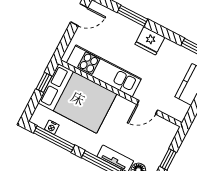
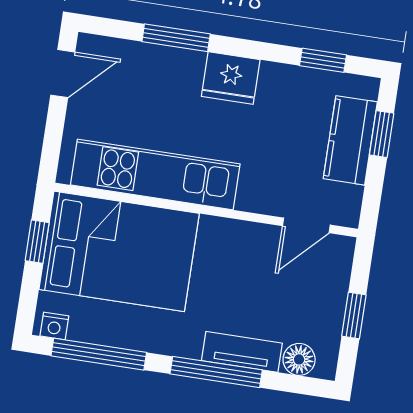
door: (147, 107) -> (306, 225), moved
nightstand: (52, 127) -> (54, 326), moved

